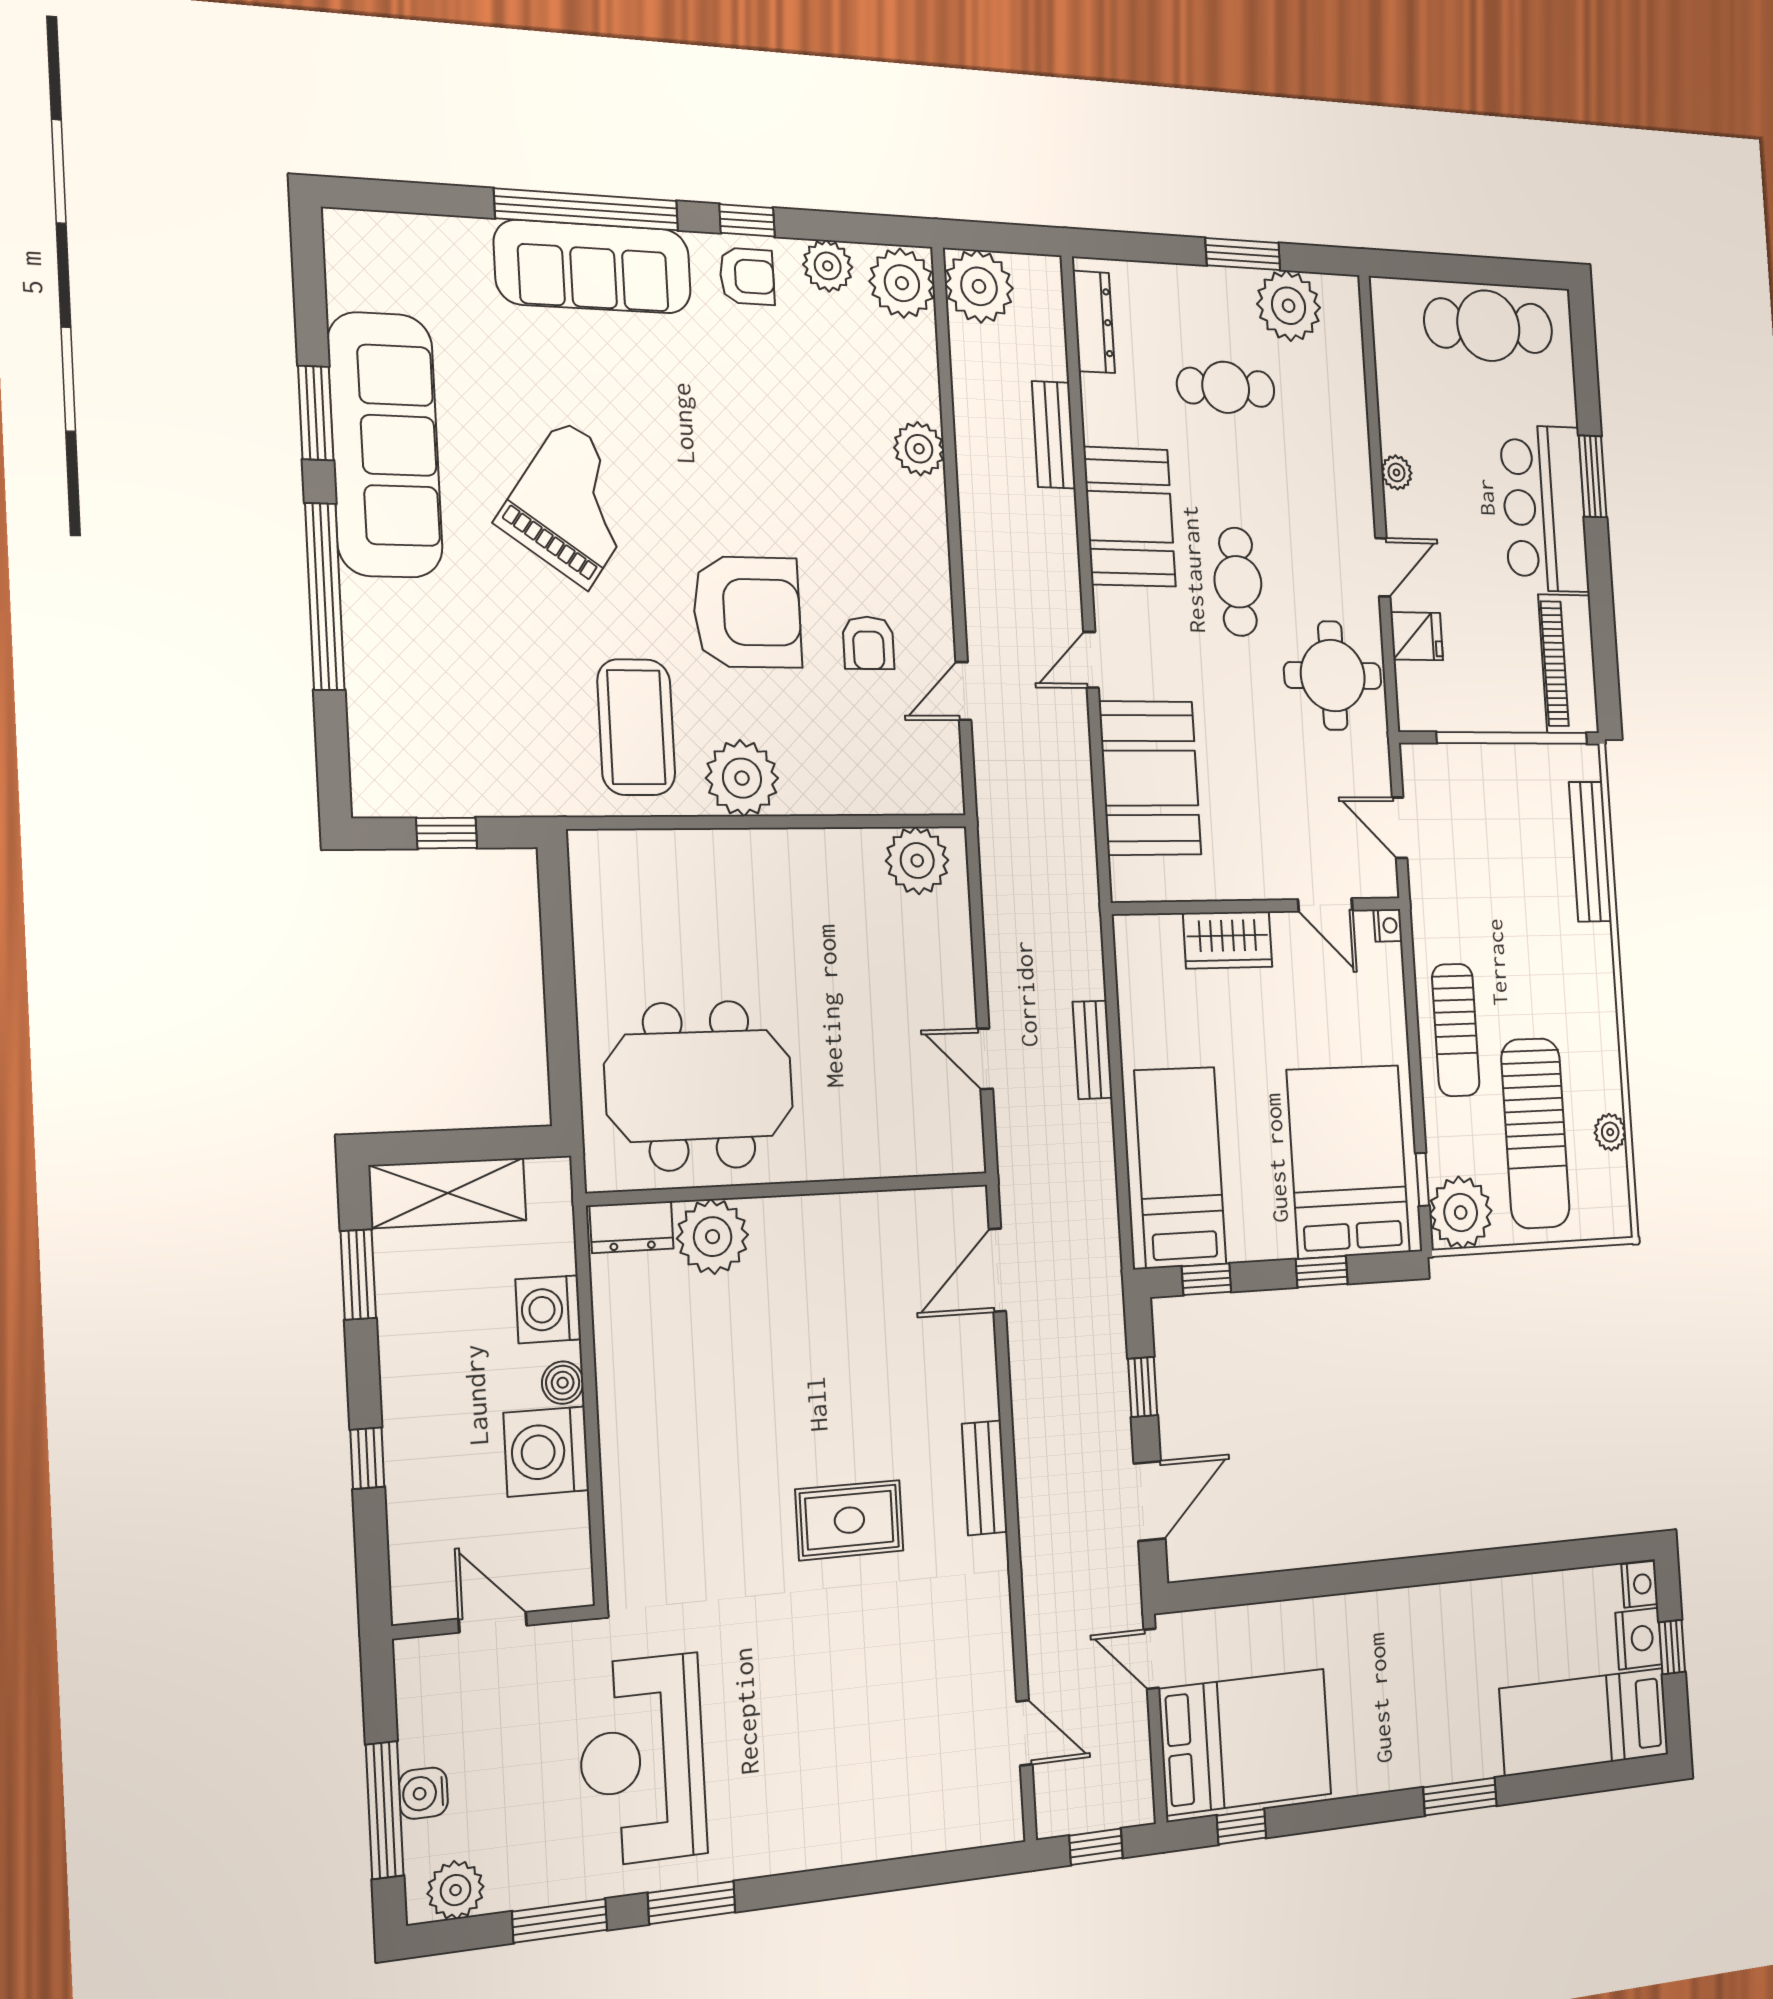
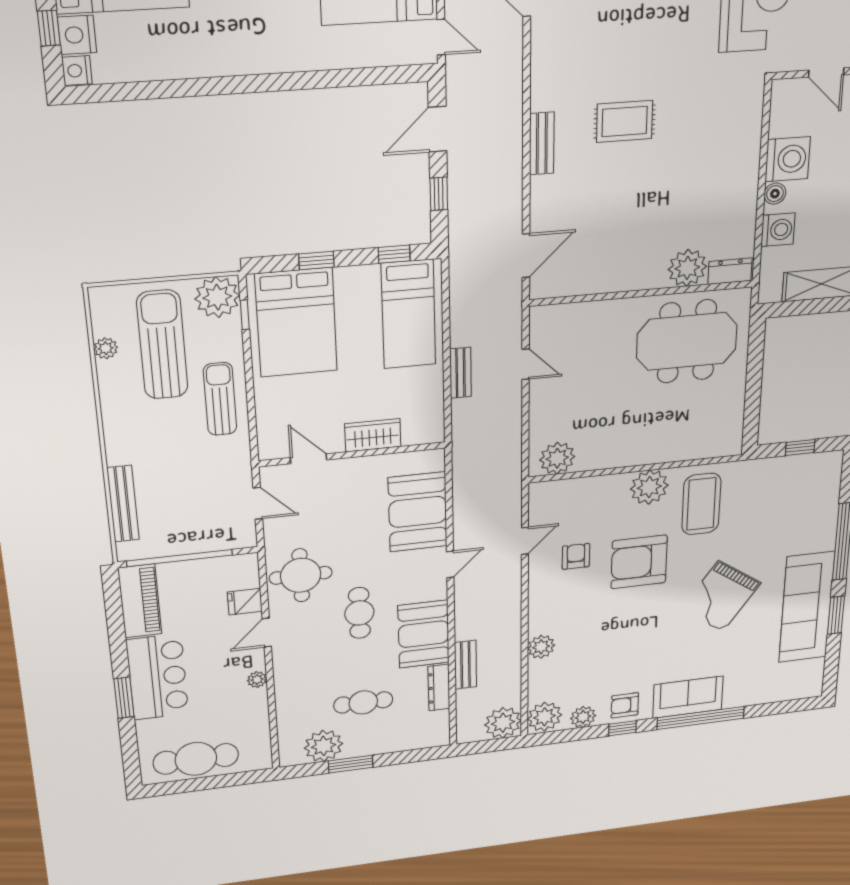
sofa: (593, 267) -> (688, 697), width x0.73
dresser: (1094, 322) -> (439, 687), moved
nightstand: (1388, 925) -> (267, 452), removed

